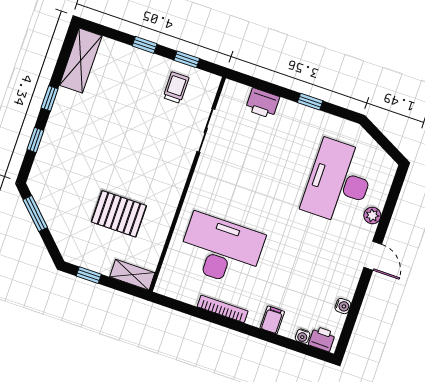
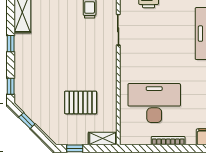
window: (35, 140) -> (11, 86), moved
window: (35, 214) -> (27, 121), width x0.67

